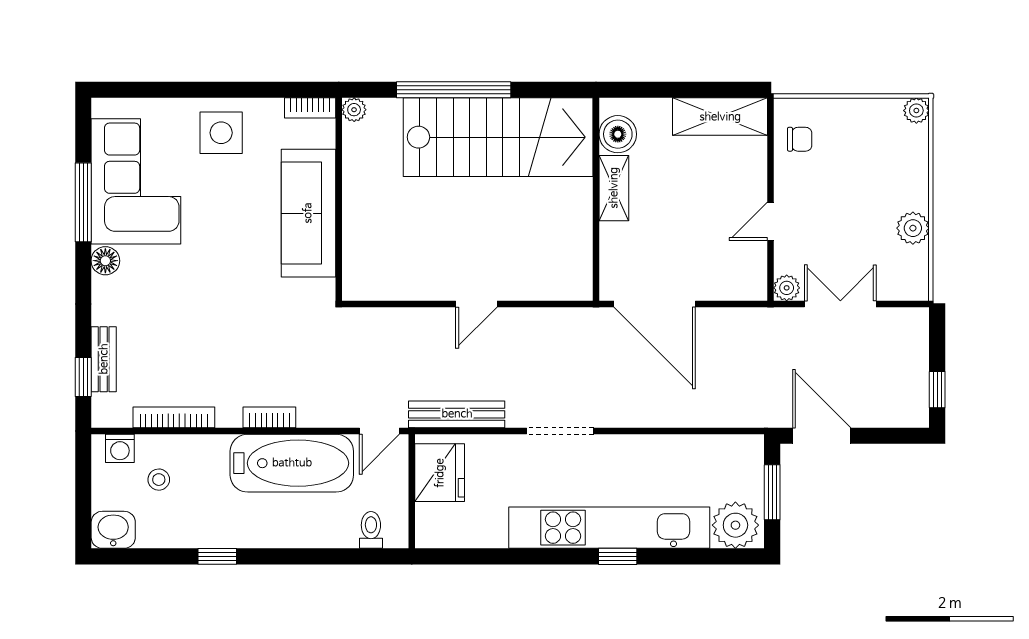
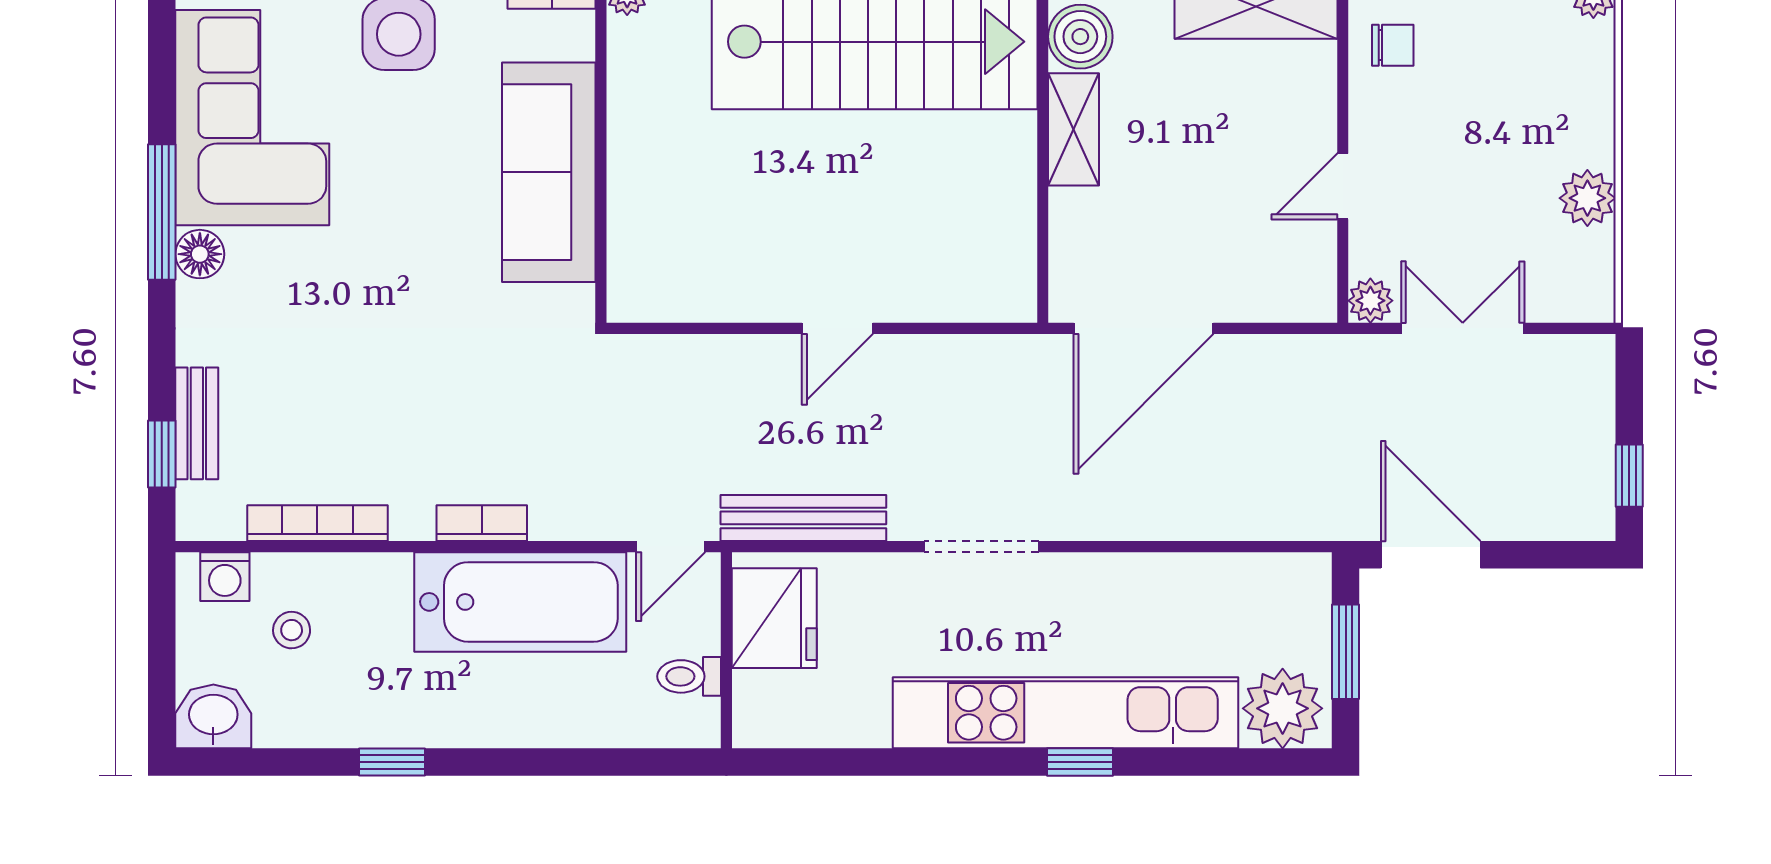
window: (83, 202) -> (162, 212), moved
door: (655, 304) -> (1143, 328), hinge flipped
toilet: (371, 530) -> (689, 676), moved, turned -90

